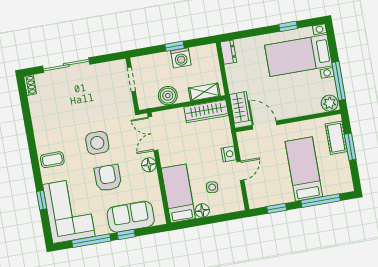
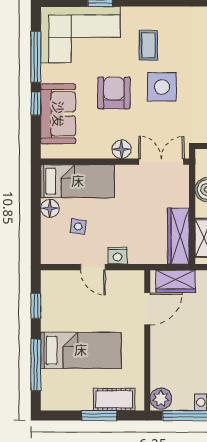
coffee table: (52, 160) -> (148, 45), moved
armchair: (108, 178) -> (114, 93), turned -90

